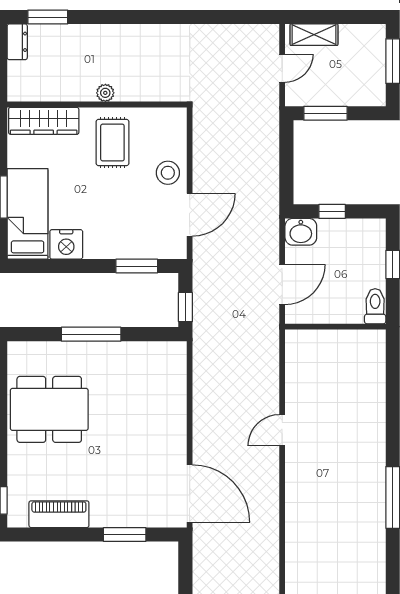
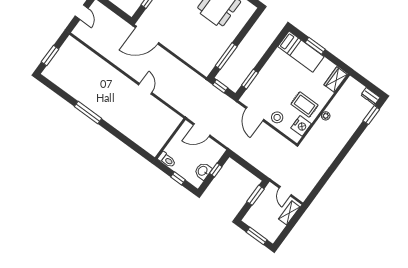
wardrobe: (44, 121) -> (336, 80), width x0.67
washbasin: (301, 232) -> (203, 171), moved
nightstand: (66, 244) -> (301, 126), moved, turned 180
door: (282, 284) -> (202, 130), hinge flipped
window: (91, 334) -> (226, 56), moved

